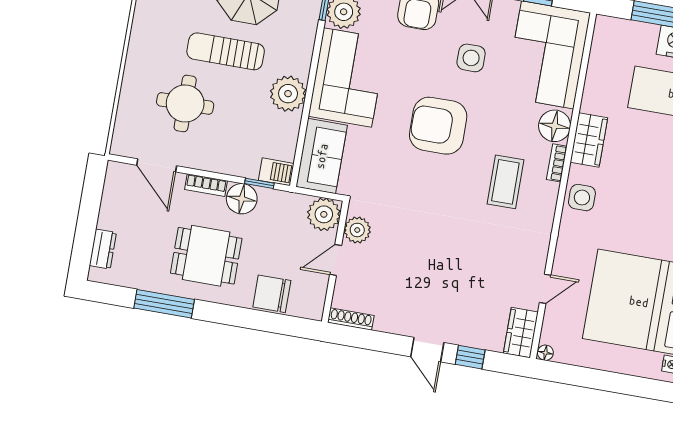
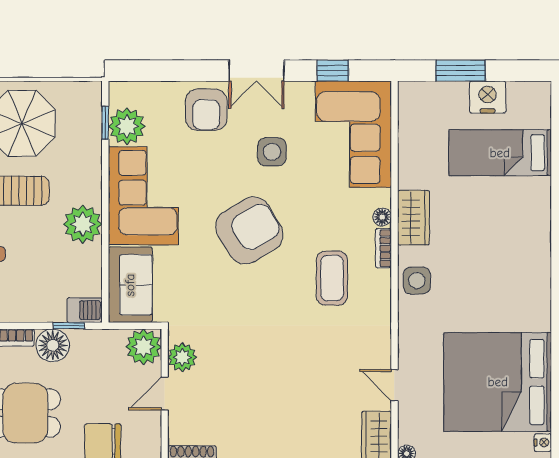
armchair: (438, 126) -> (249, 230), turned 149
floor lamp: (555, 126) -> (382, 217), width x0.53, depth x0.53
door: (545, 289) -> (394, 385), swing flipped

